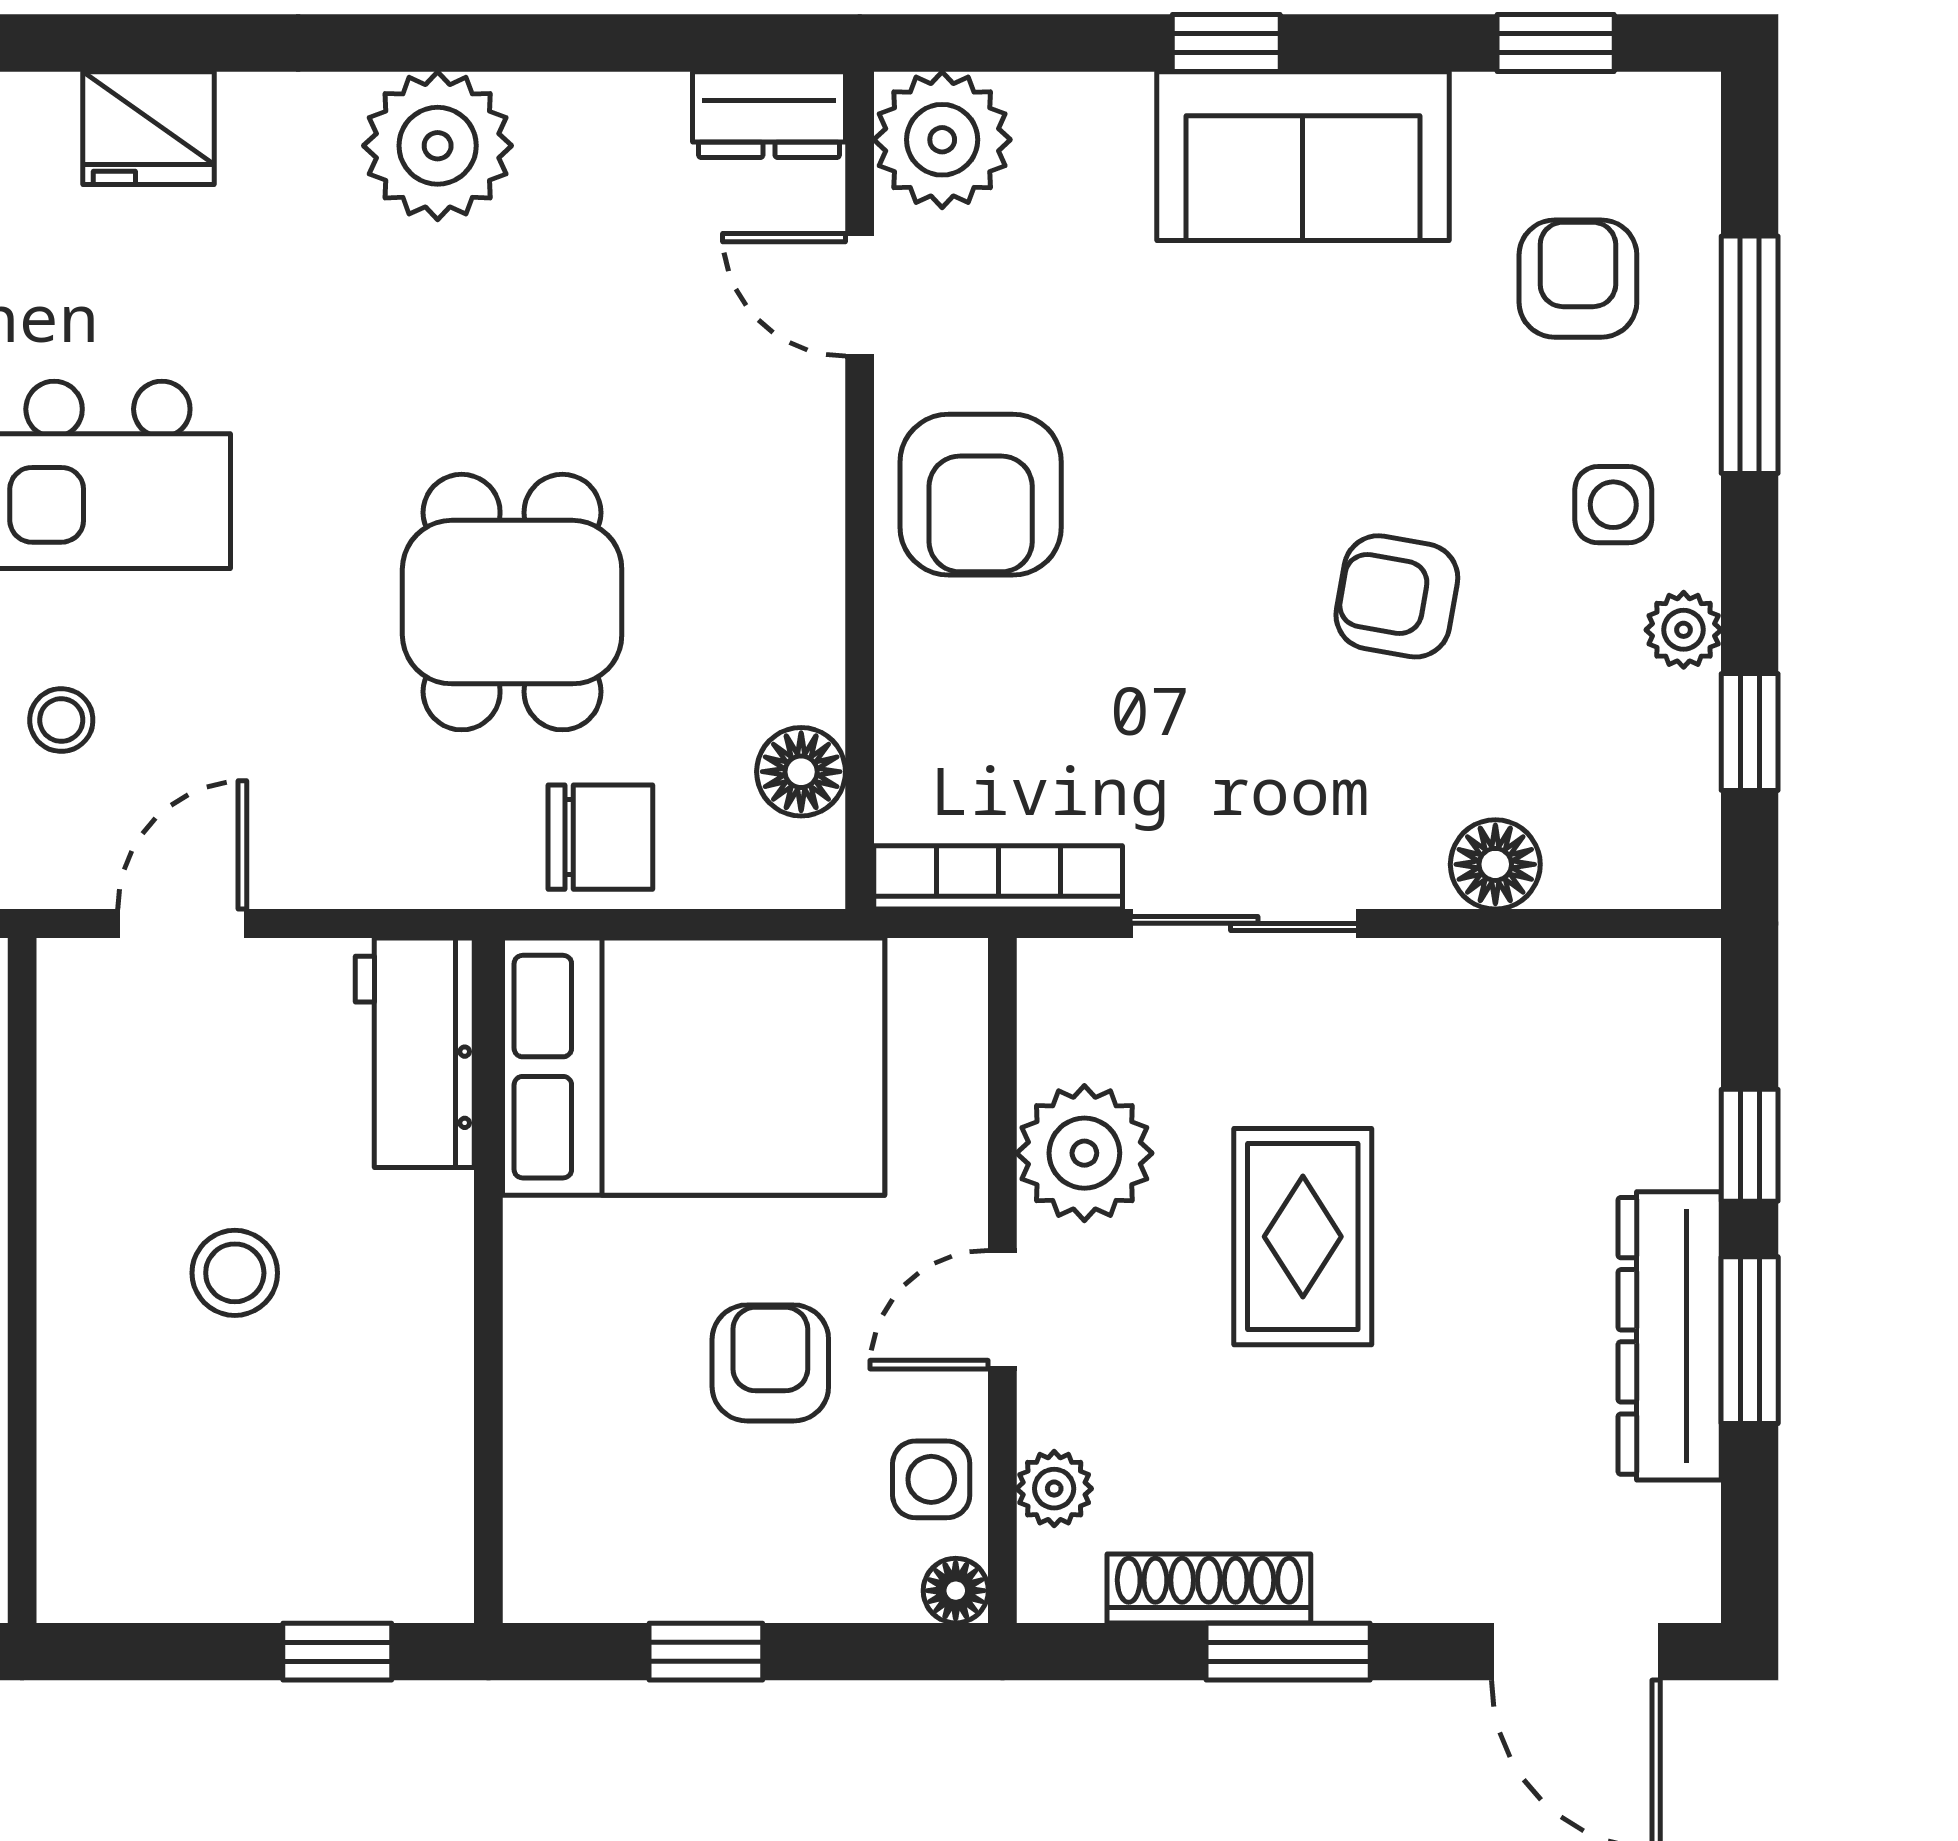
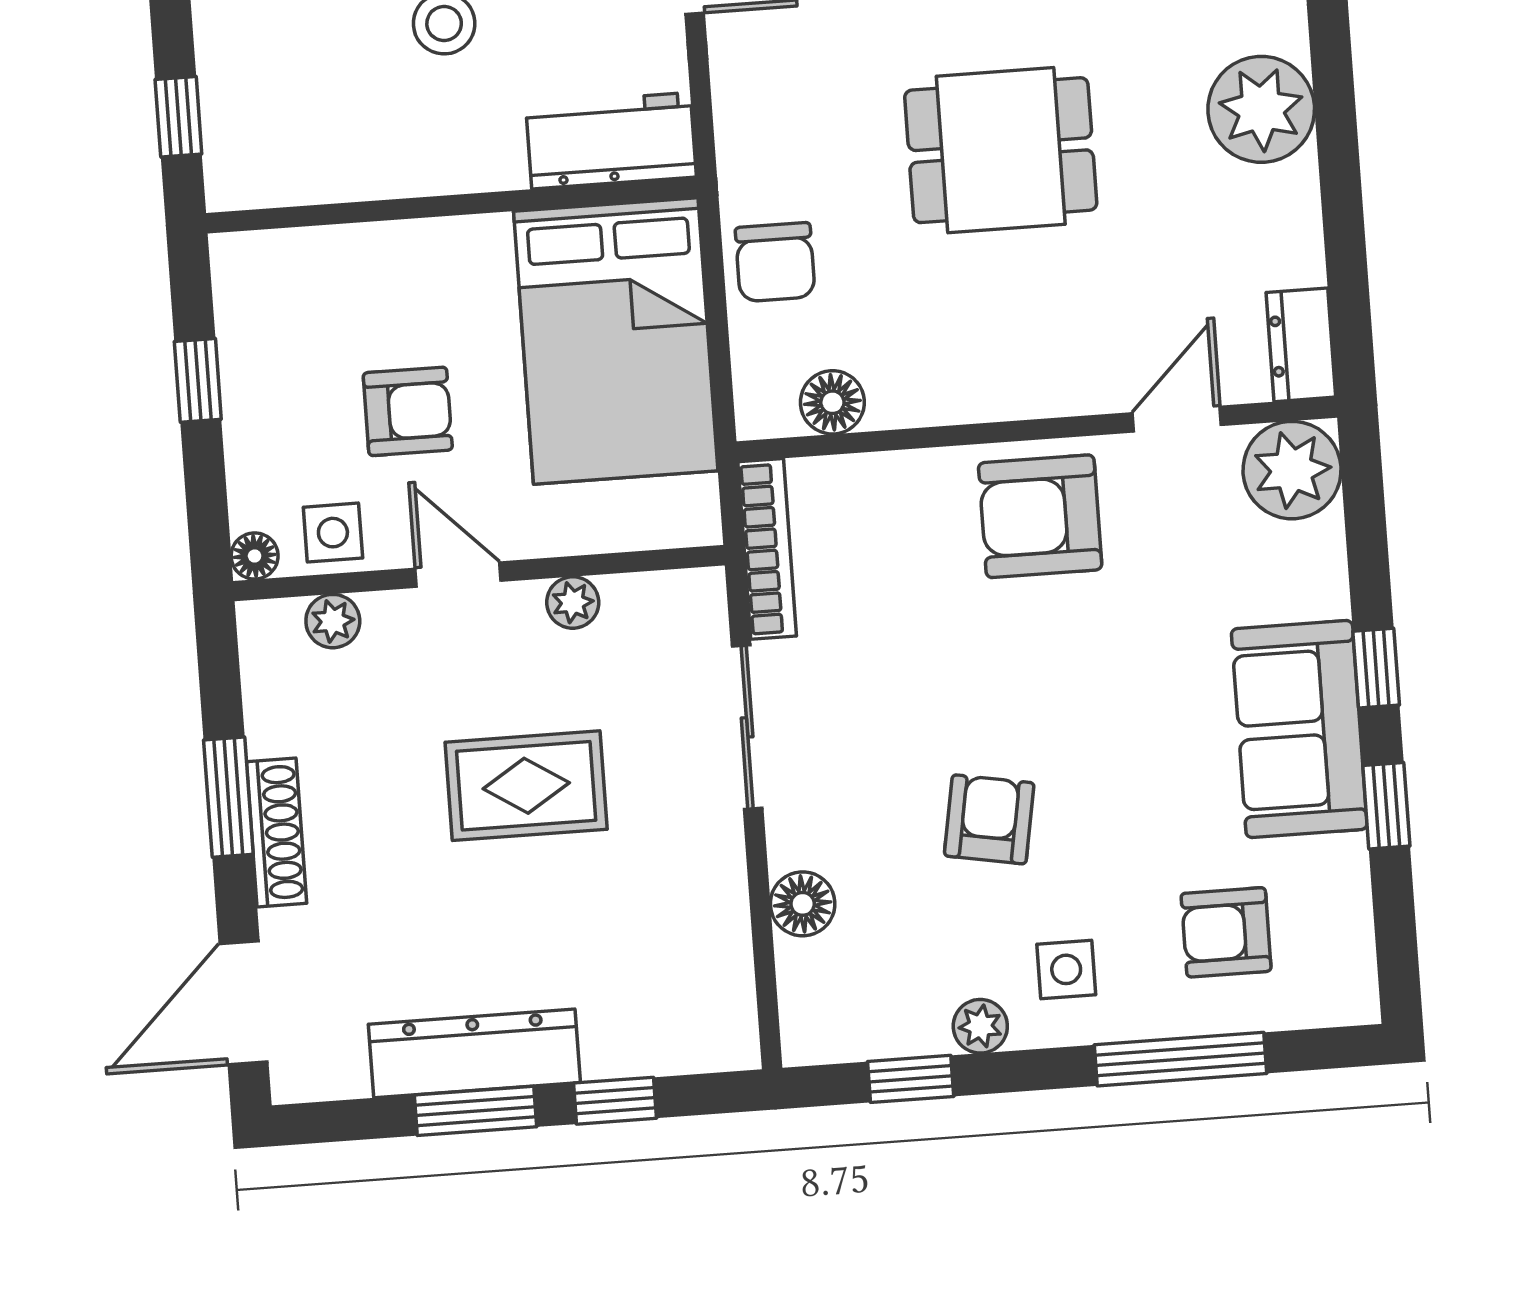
window: (1556, 43) -> (1386, 806), moved
armchair: (1578, 279) -> (1226, 932), turned 180
dining table: (512, 602) -> (1001, 150), moved
plant: (1084, 1153) -> (573, 602), width x0.53, depth x0.53
shoe rack: (1209, 1589) -> (276, 832), moved

